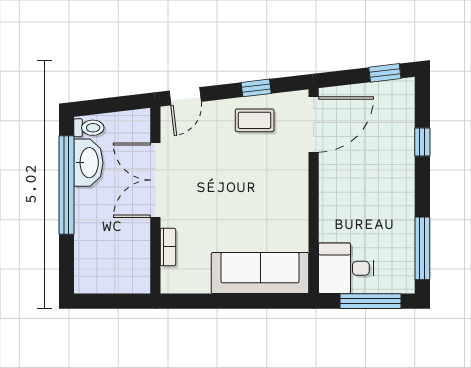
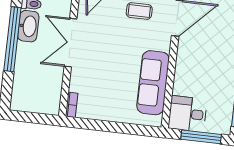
bookcase: (168, 247) -> (72, 105), moved
sofa: (260, 273) -> (153, 83), moved, turned -90

